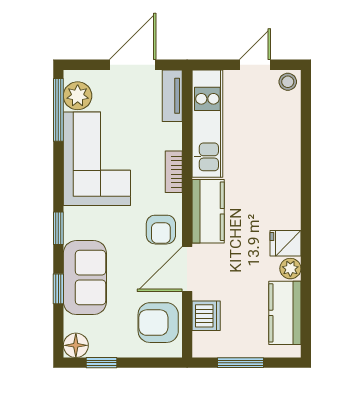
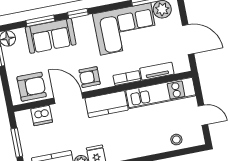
stool: (288, 82) -> (176, 140), moved
tv unit: (172, 96) -> (157, 71), moved
window: (58, 289) -> (40, 21), width x1.50
armchair: (158, 323) -> (32, 87), turned 90

